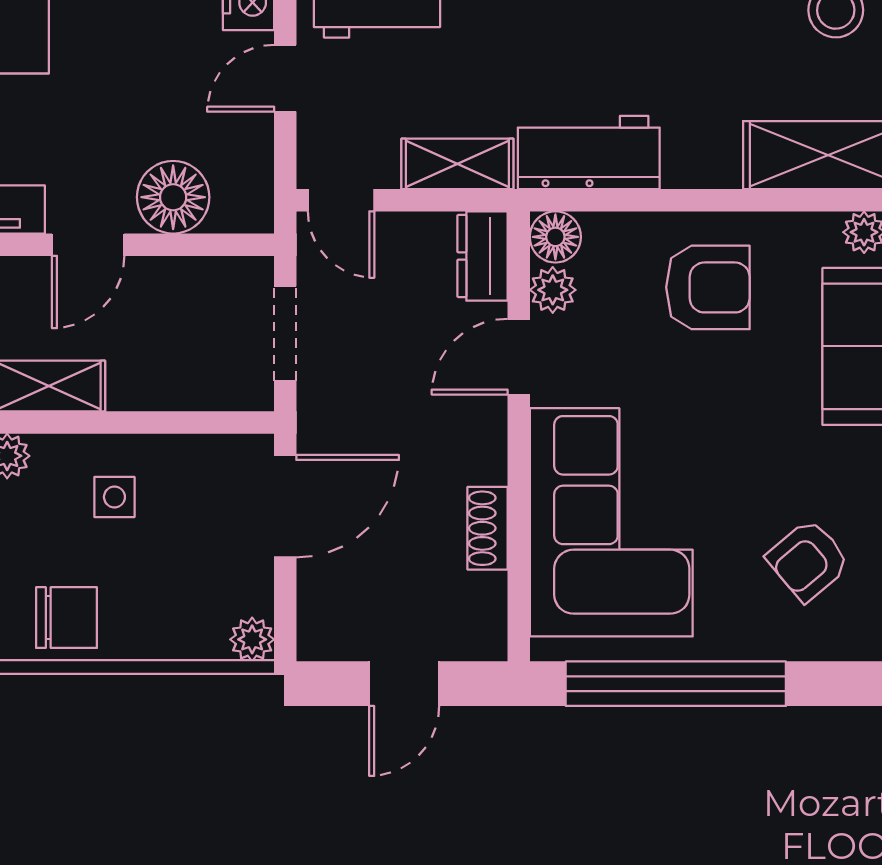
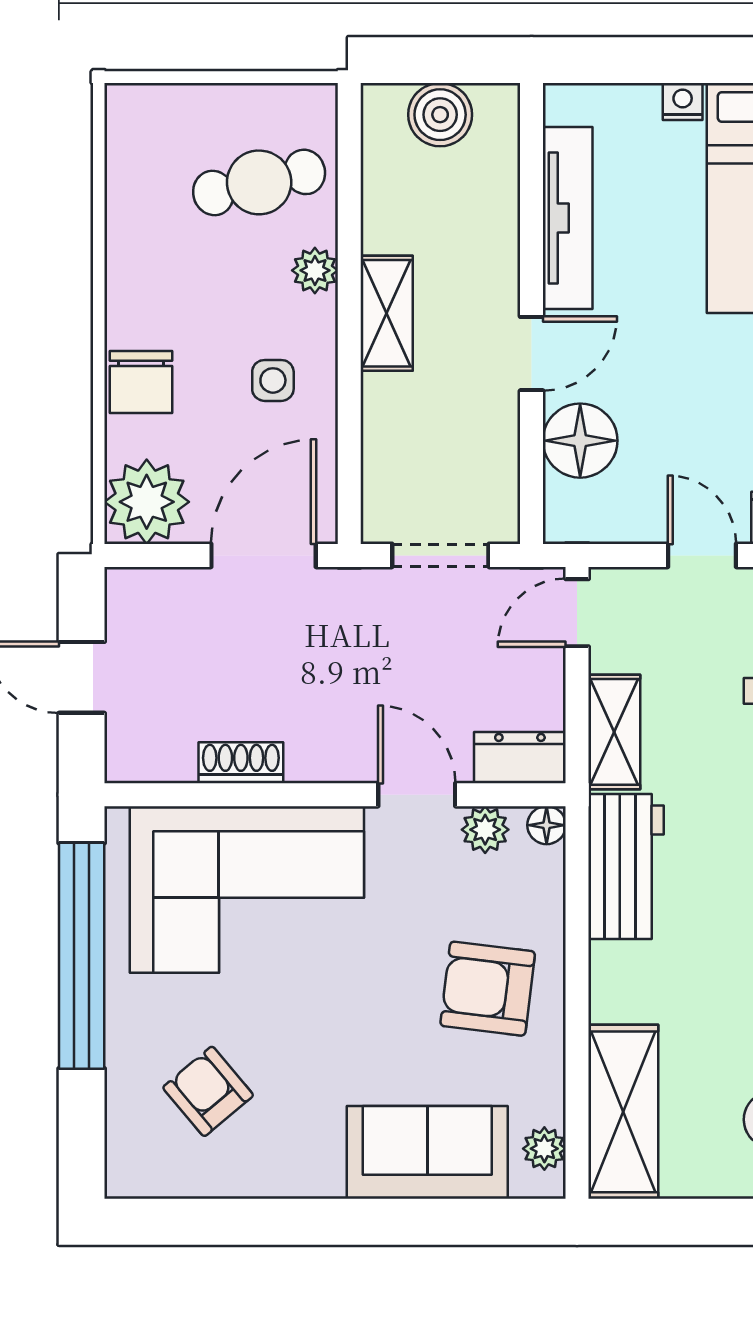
floor lamp: (555, 237) -> (547, 825), width x0.73, depth x0.73
door: (88, 245) -> (532, 354), swing flipped
armchair: (708, 287) -> (488, 989), turned 97
door: (285, 506) -> (264, 555), swing flipped
chair: (66, 618) -> (141, 382), moved
plant: (252, 639) -> (147, 502), width x1.87, depth x1.87

